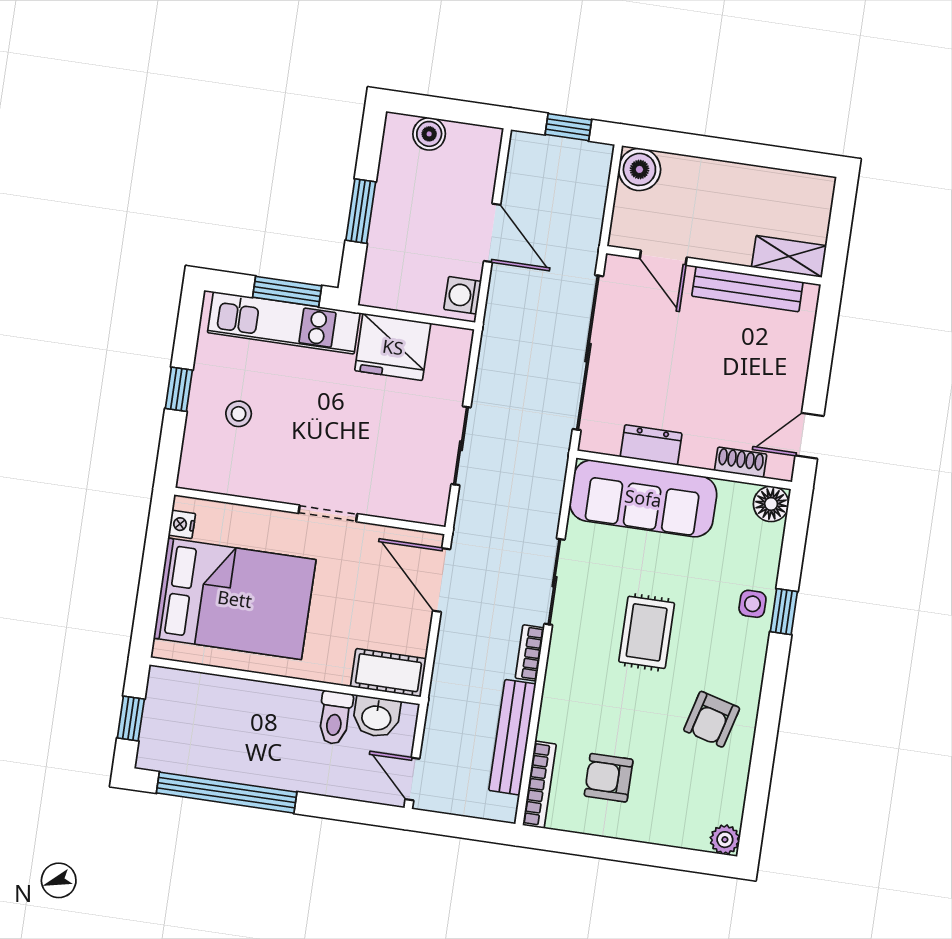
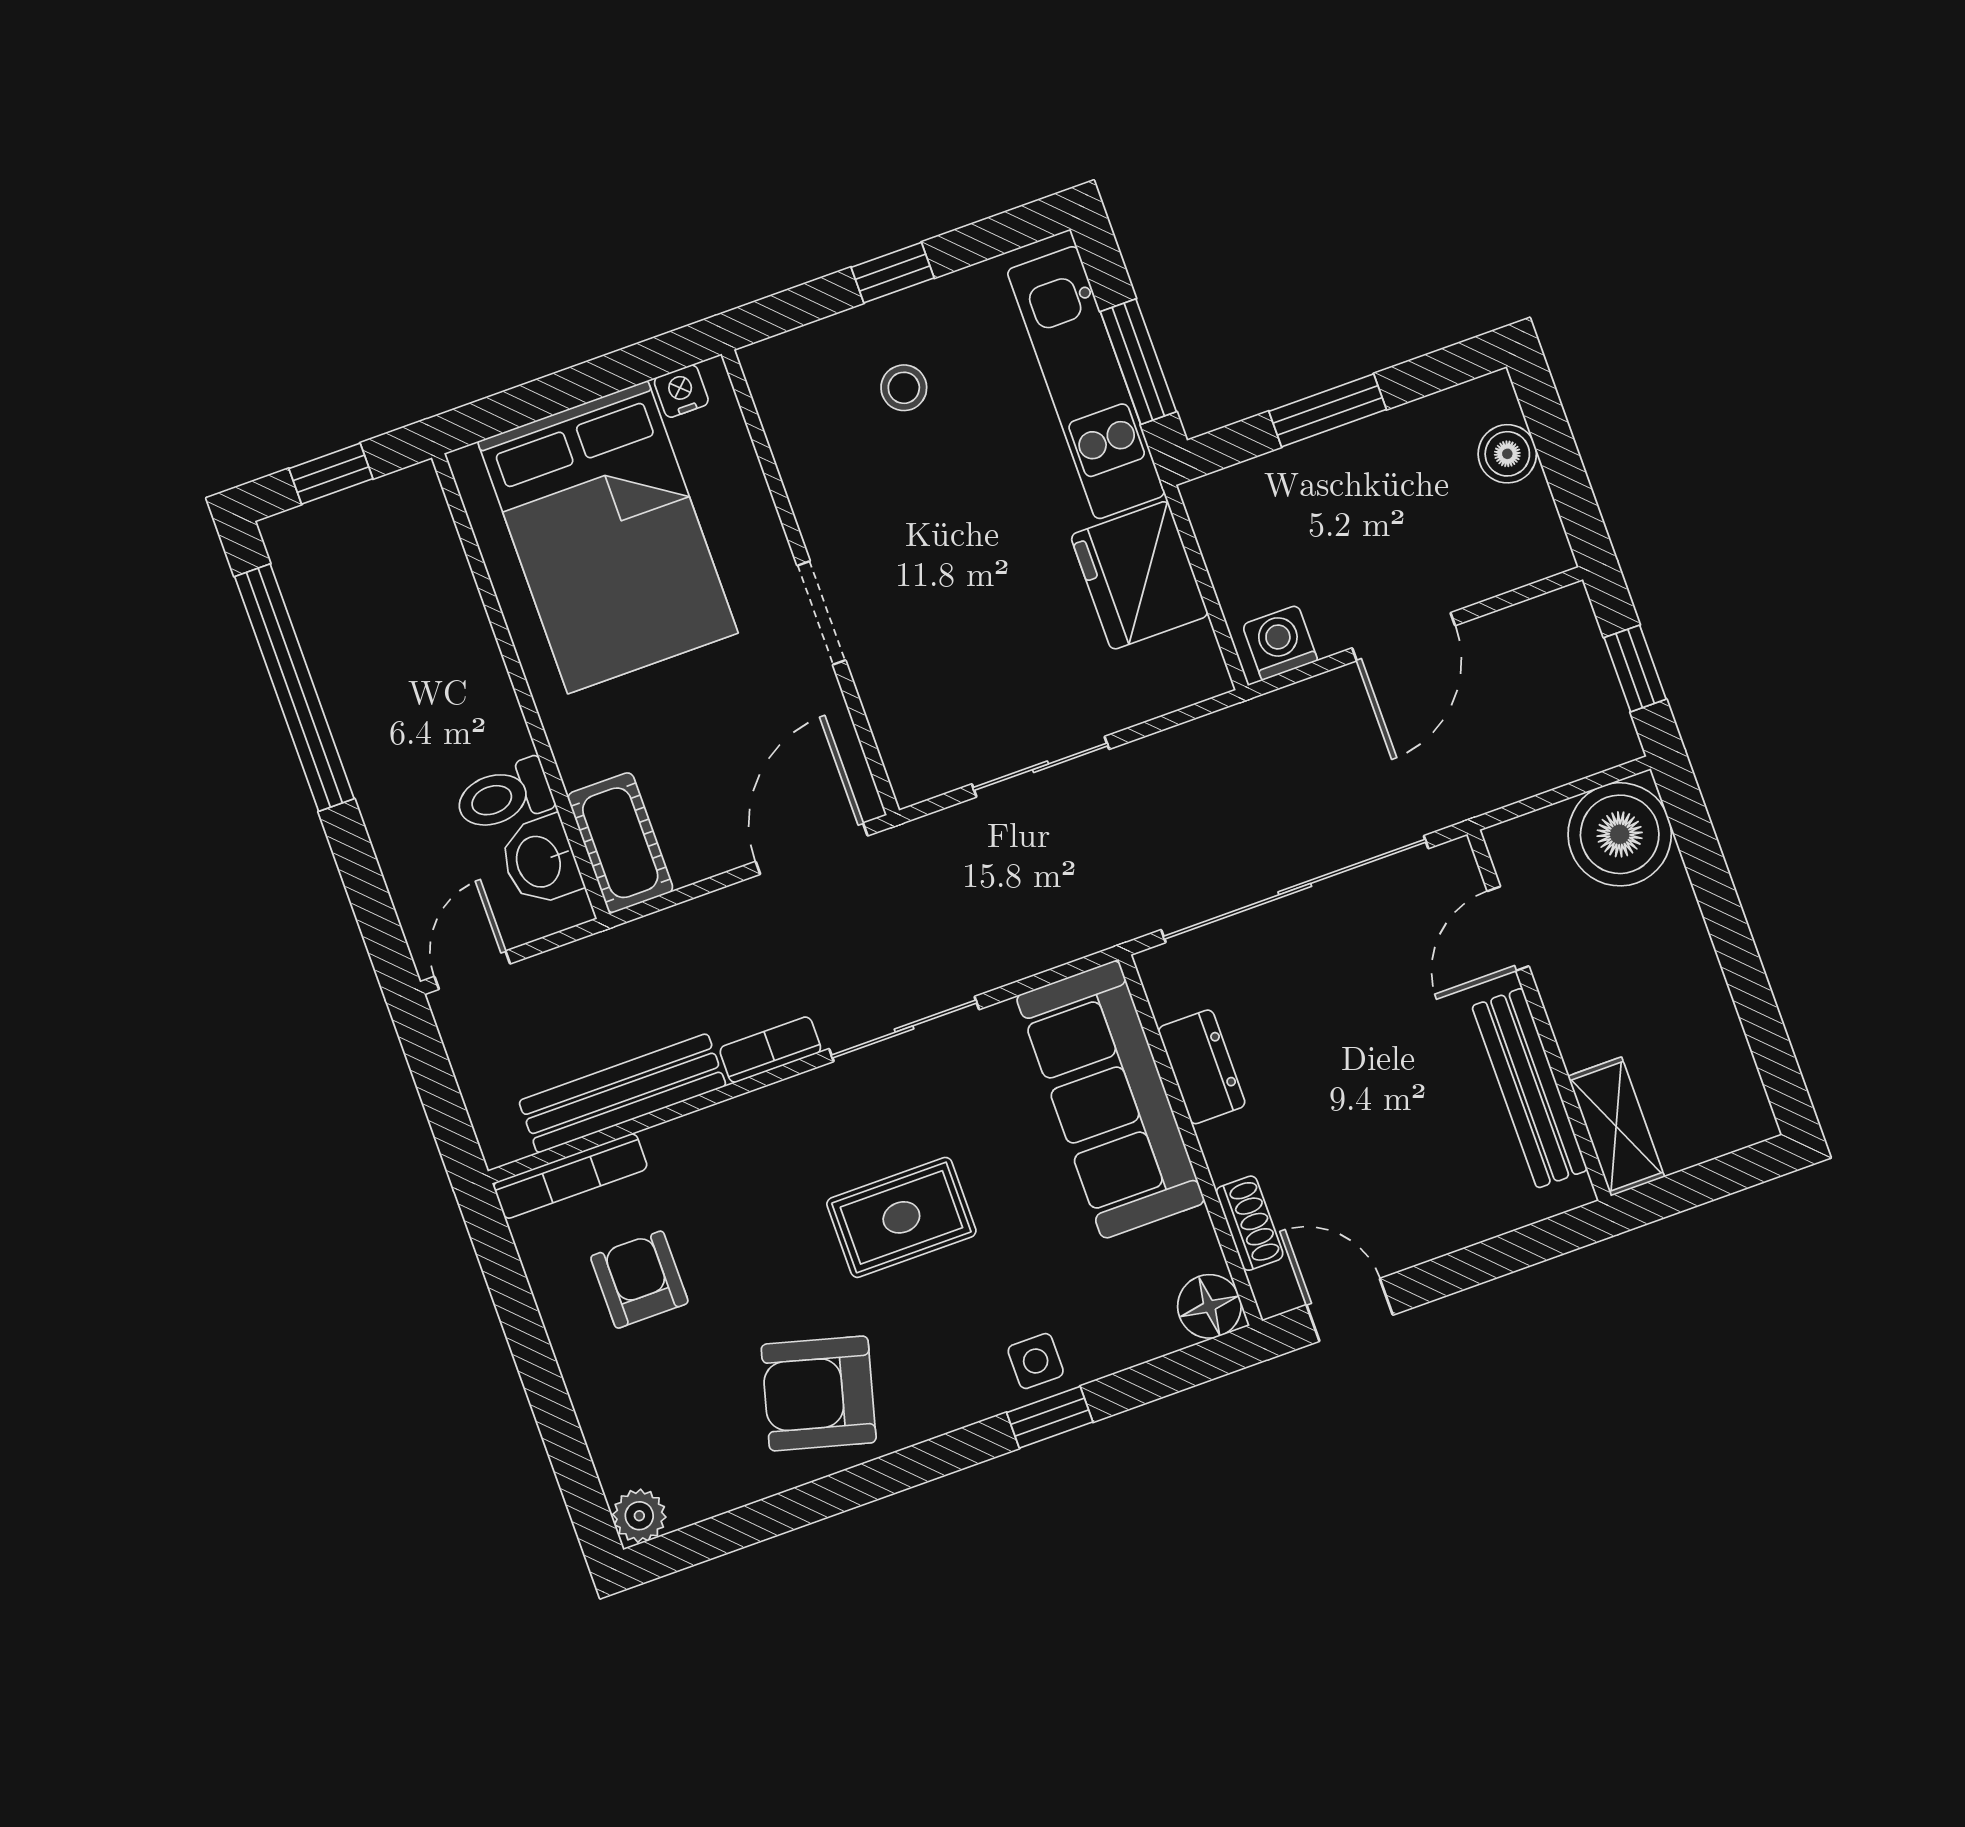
boiler: (639, 169) -> (1620, 834), width x1.37, depth x1.37
armchair: (712, 719) -> (819, 1393), width x1.38, depth x1.38

